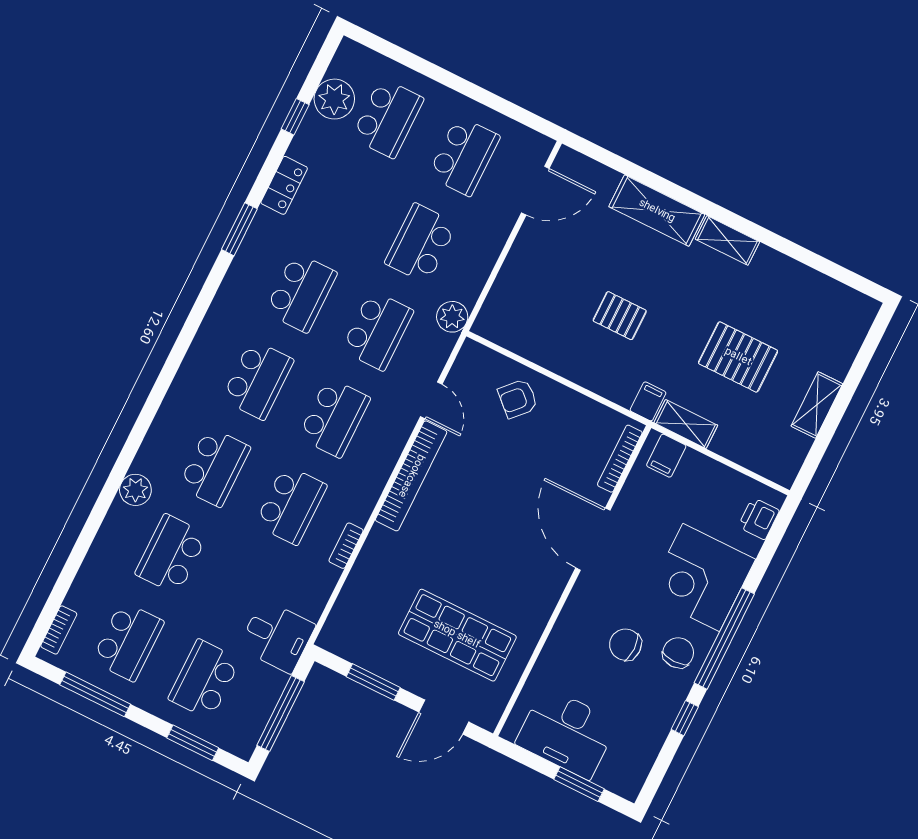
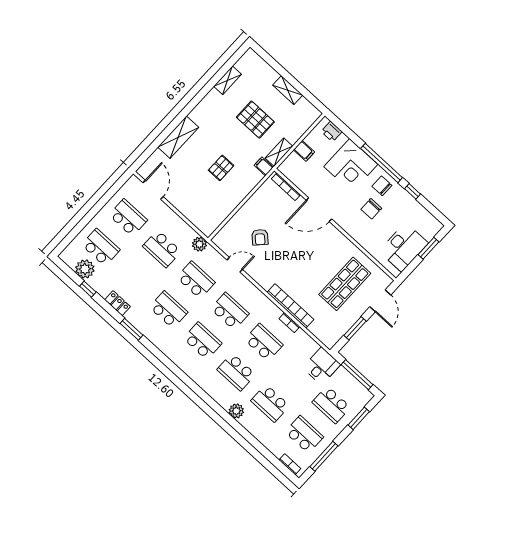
shelving: (727, 240) -> (228, 80), moved
pallet: (738, 357) -> (255, 120), turned 90
armchair: (518, 399) -> (260, 237), moved
filing cabinet: (666, 456) -> (304, 151), moved
school desk: (214, 467) -> (236, 372), turned 180
bookcase: (411, 476) -> (290, 306), moved

